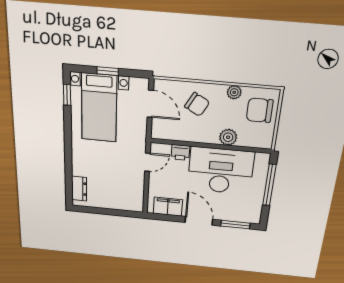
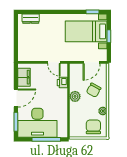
plant: (228, 137) -> (75, 96), moved
desk: (221, 171) -> (37, 123), moved, turned 90

